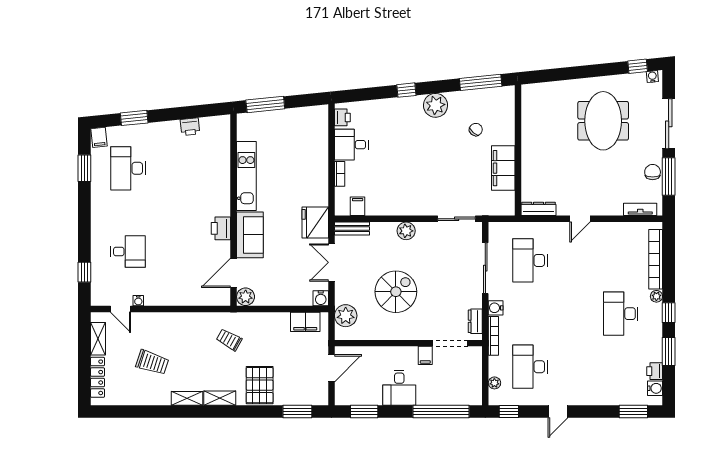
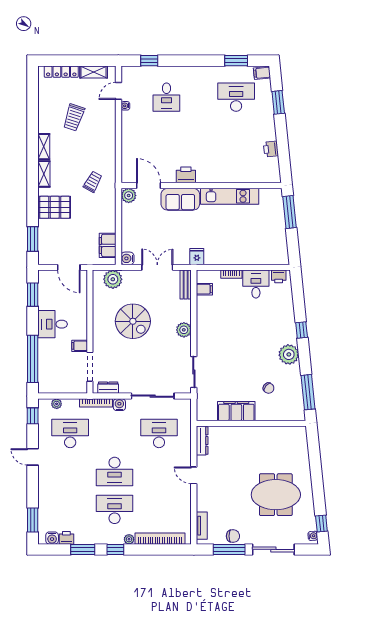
fridge: (315, 223) -> (197, 257), width x0.53, depth x0.75
desk: (575, 314) -> (115, 471), added

